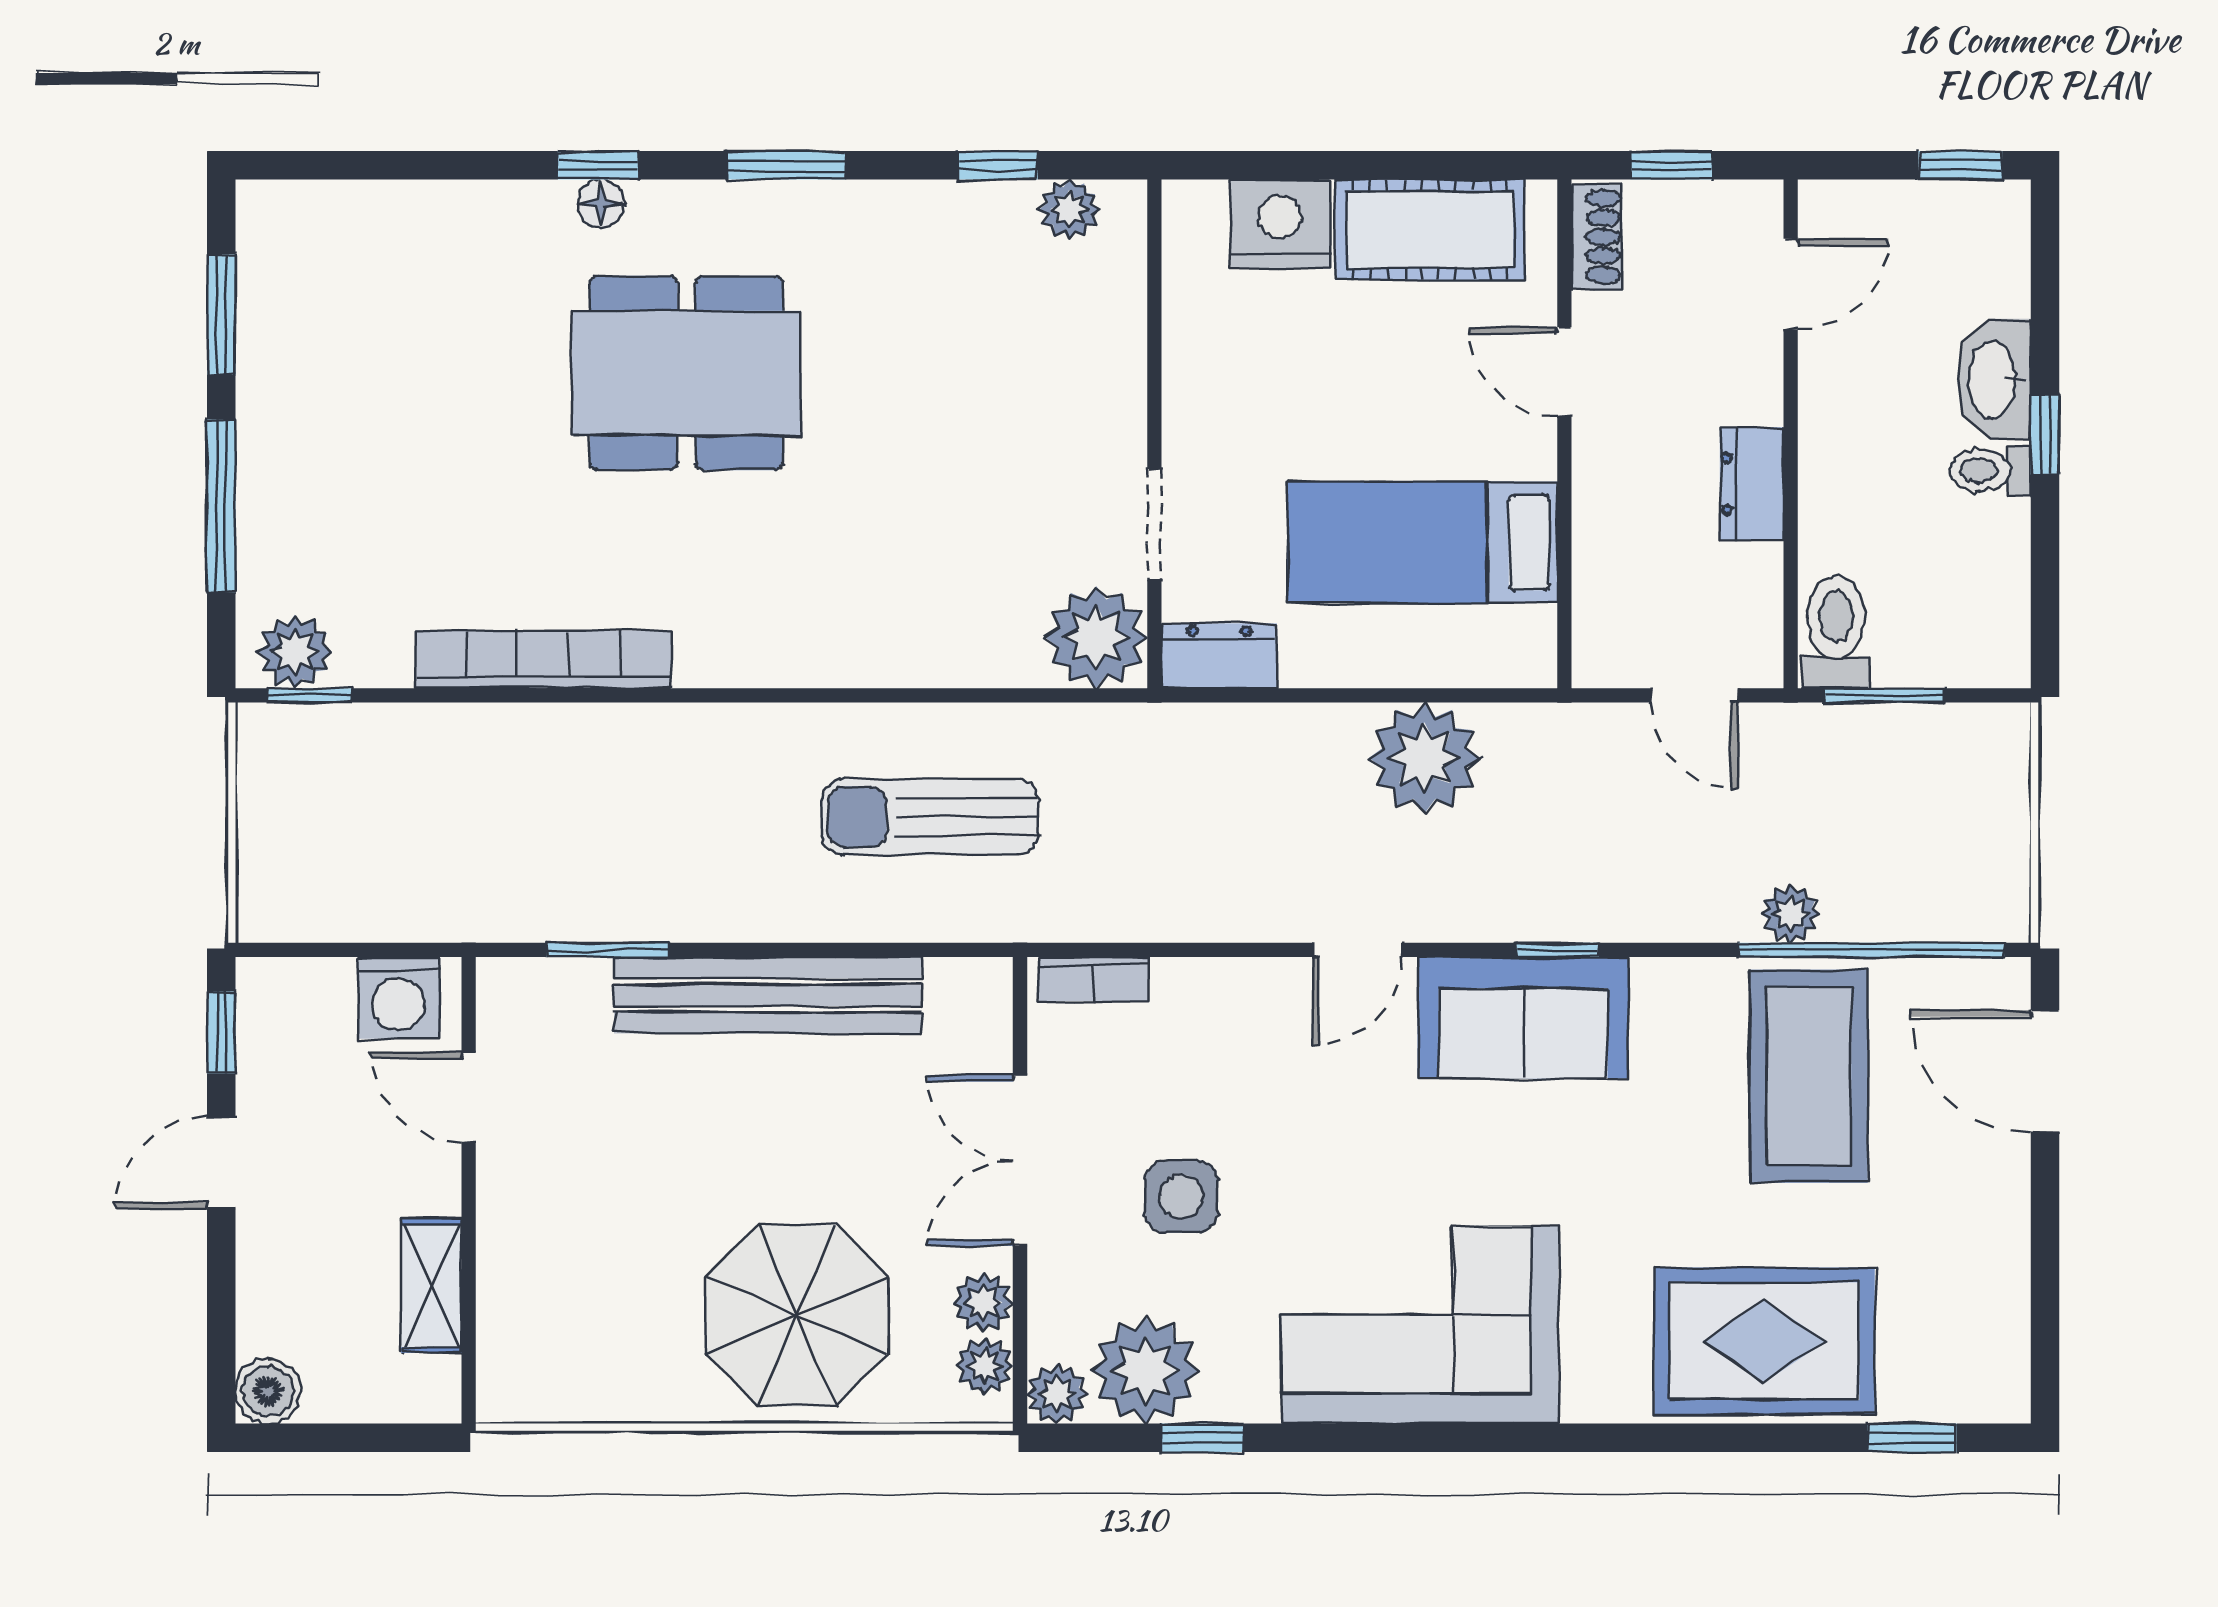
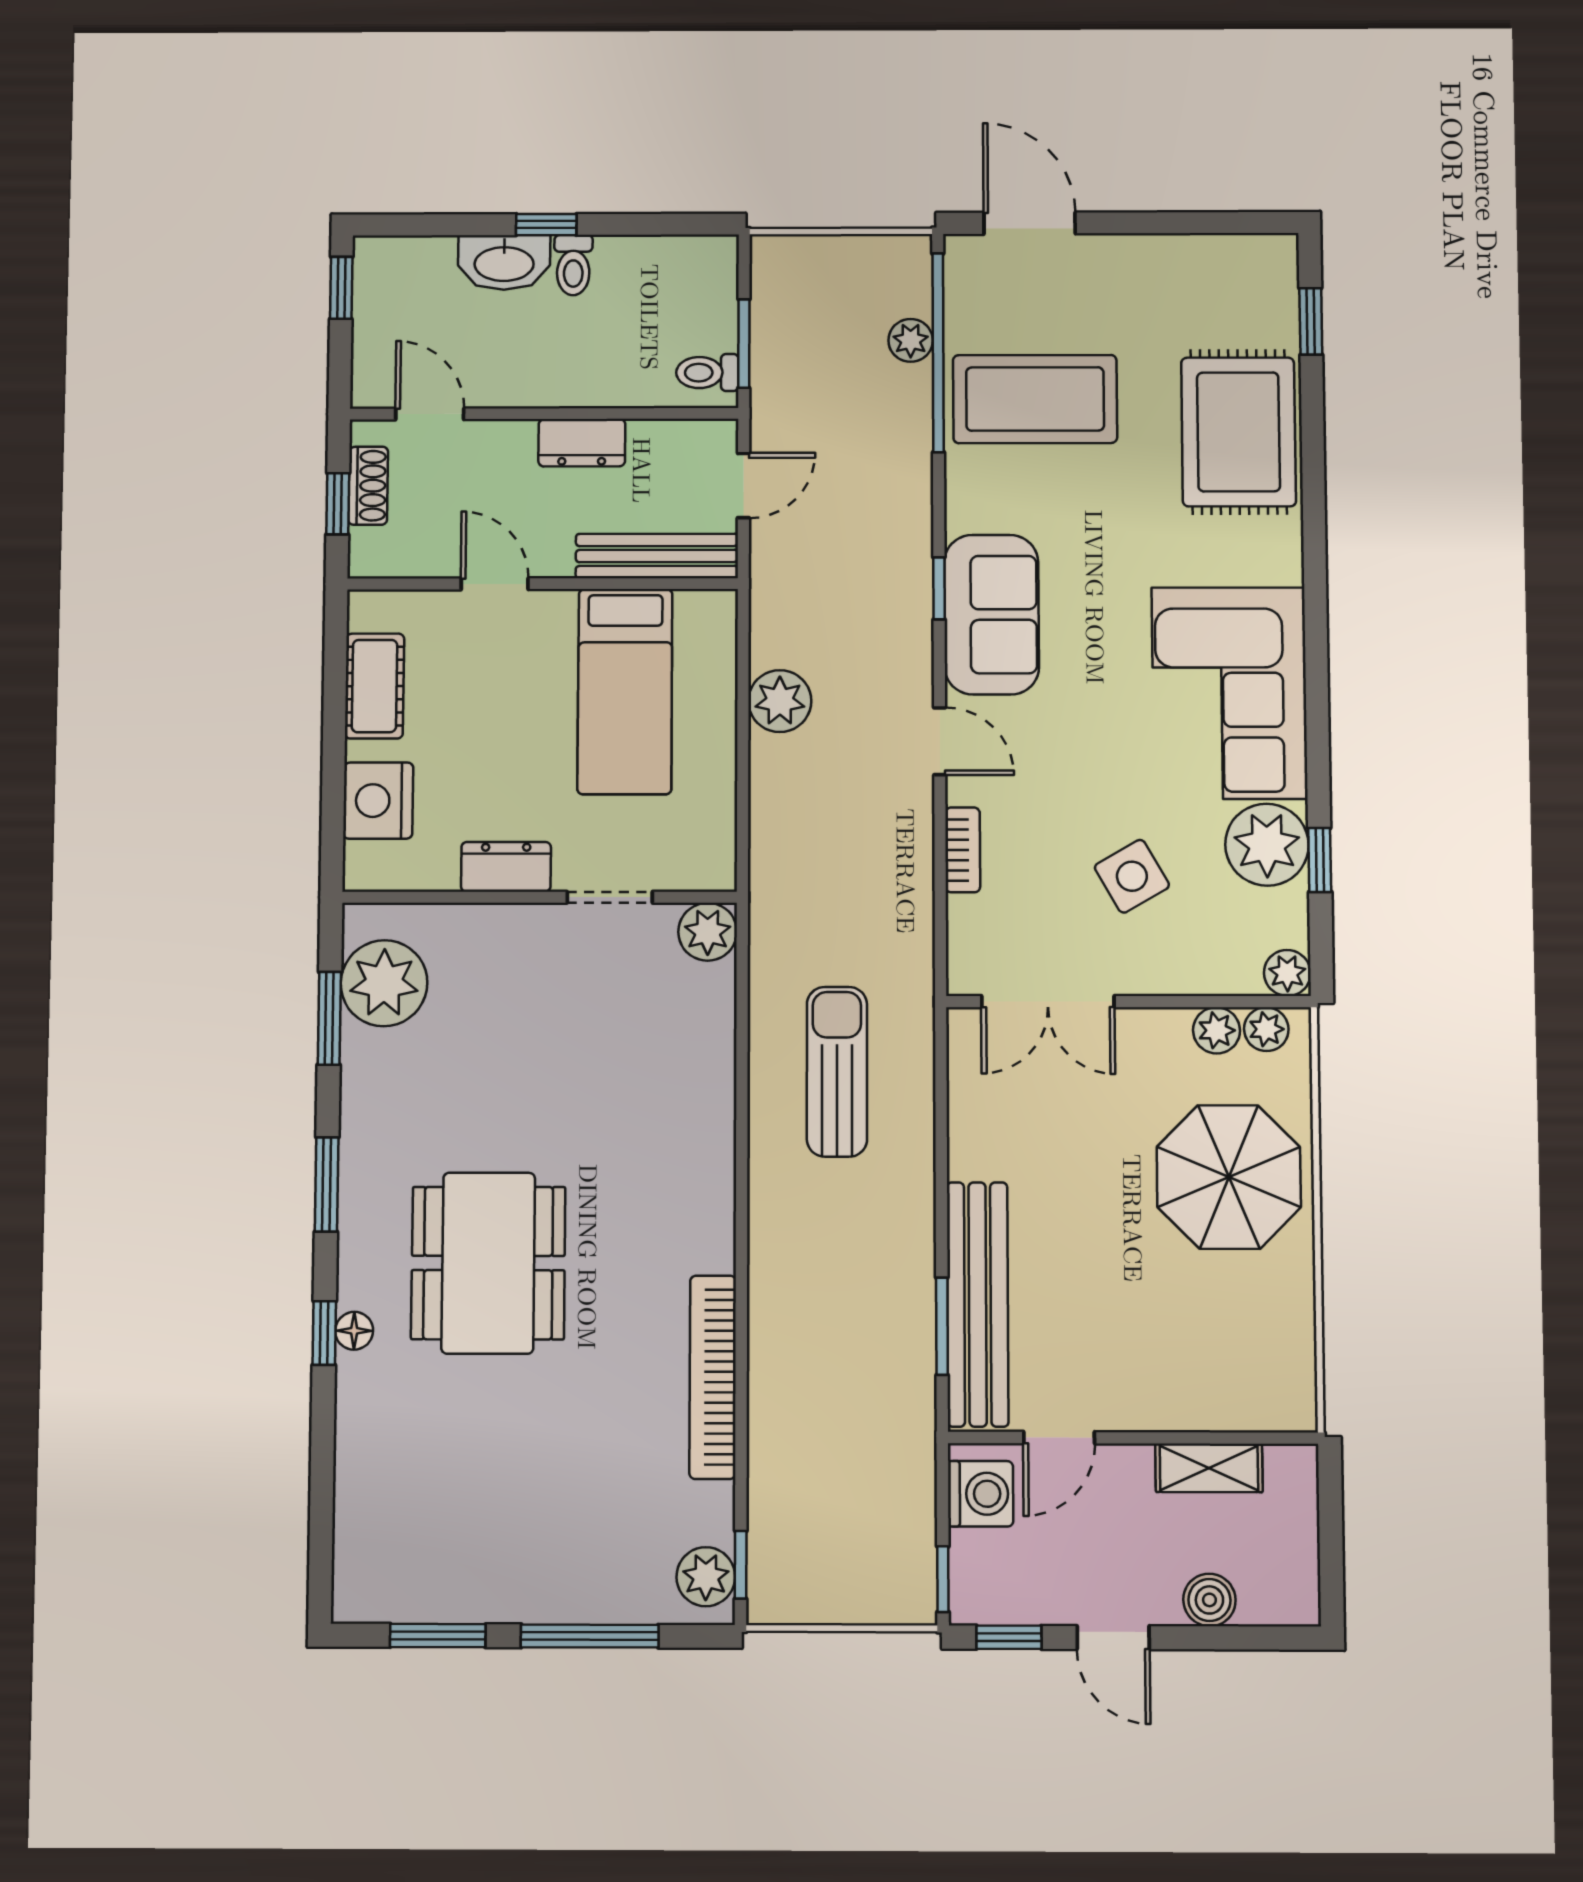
window: (998, 165) -> (329, 1018), width x1.50
plant: (1069, 209) -> (384, 983), width x1.88, depth x1.88
cot: (1430, 230) -> (374, 686), width x0.73, depth x0.75
shoe rack: (1597, 237) -> (368, 486), moved, turned 90
door: (1564, 372) -> (495, 584), swing flipped
bench: (1601, 583) -> (657, 556), added
toilet: (1836, 632) -> (707, 373), width x0.73, depth x0.72
plant: (1096, 637) -> (708, 932), width x0.73, depth x0.73
dresser: (1219, 656) -> (506, 867), moved, turned 90
plant: (1424, 758) -> (780, 701), width x0.73, depth x0.73
sun lounger: (930, 817) -> (837, 1072), turned 180
plant: (1790, 914) -> (911, 340), moved
window: (293, 950) -> (943, 1579), added
bookcase: (1094, 979) -> (963, 850), moved
bench: (768, 995) -> (978, 1304), moved
door: (2045, 1071) -> (1030, 223), swing flipped
double door: (1020, 1161) -> (1048, 1002), moved
side table: (1181, 1196) -> (1132, 876), turned -30
plant: (1146, 1370) -> (1267, 845), moved
boiler: (268, 1391) -> (1209, 1600), moved

